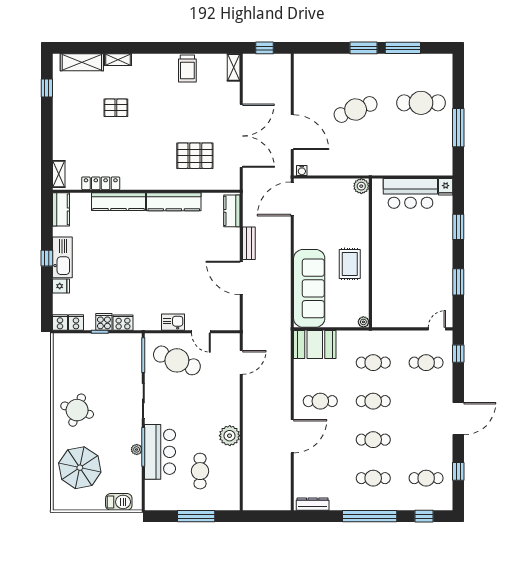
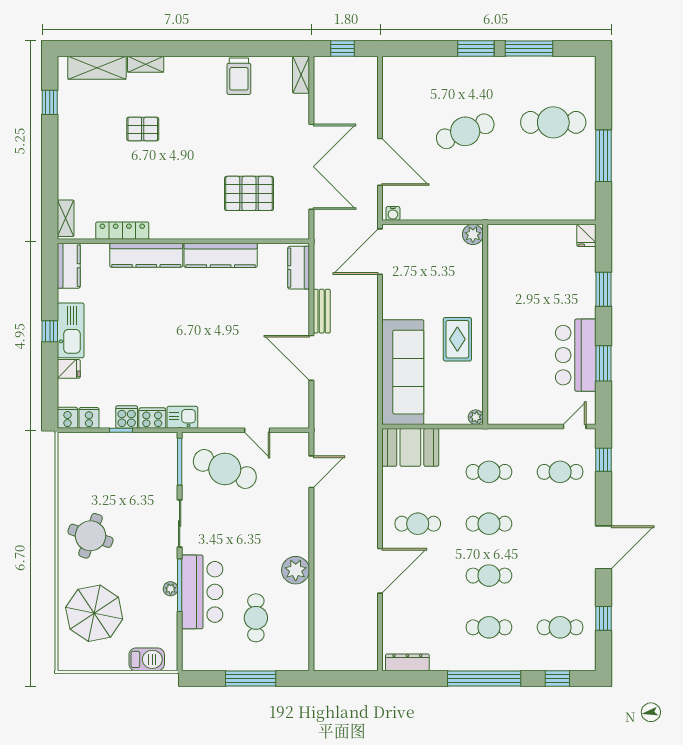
bar counter: (410, 193) -> (576, 355), moved, turned 90
kitchen sink: (173, 322) -> (182, 417), moved

